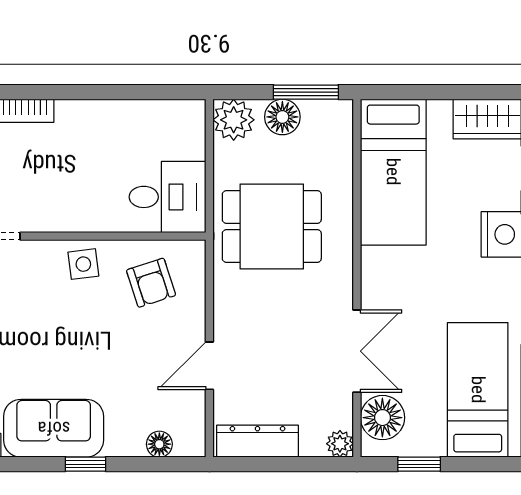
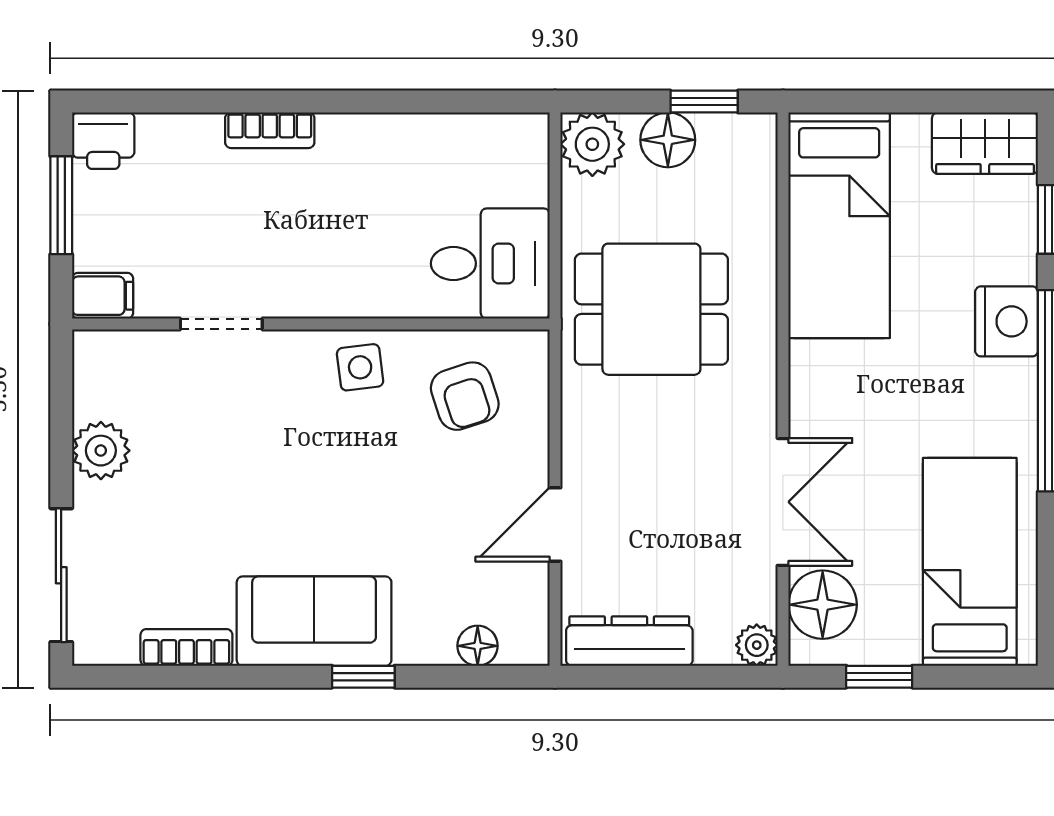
window: (306, 92) -> (704, 102), width x0.67

